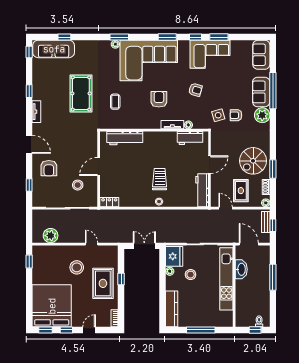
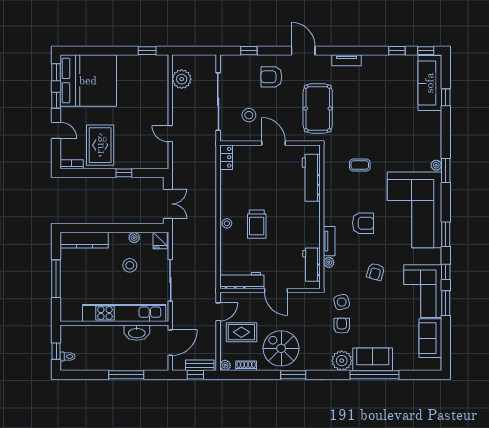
sofa: (261, 55) -> (430, 338), moved, turned -90
window: (29, 91) -> (397, 51), moved
pool table: (81, 93) -> (318, 108), moved, turned 90
door: (29, 144) -> (303, 51), swing flipped
window: (273, 169) -> (293, 375), moved
trolley: (160, 179) -> (257, 224), turned 90
door: (92, 244) -> (170, 134), swing flipped
fridge: (174, 256) -> (160, 240), width x0.53, depth x0.75
stool: (77, 267) -> (139, 114), removed
rug: (103, 283) -> (100, 145), moved, turned 90

